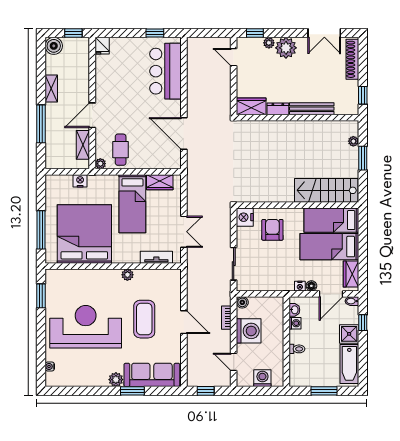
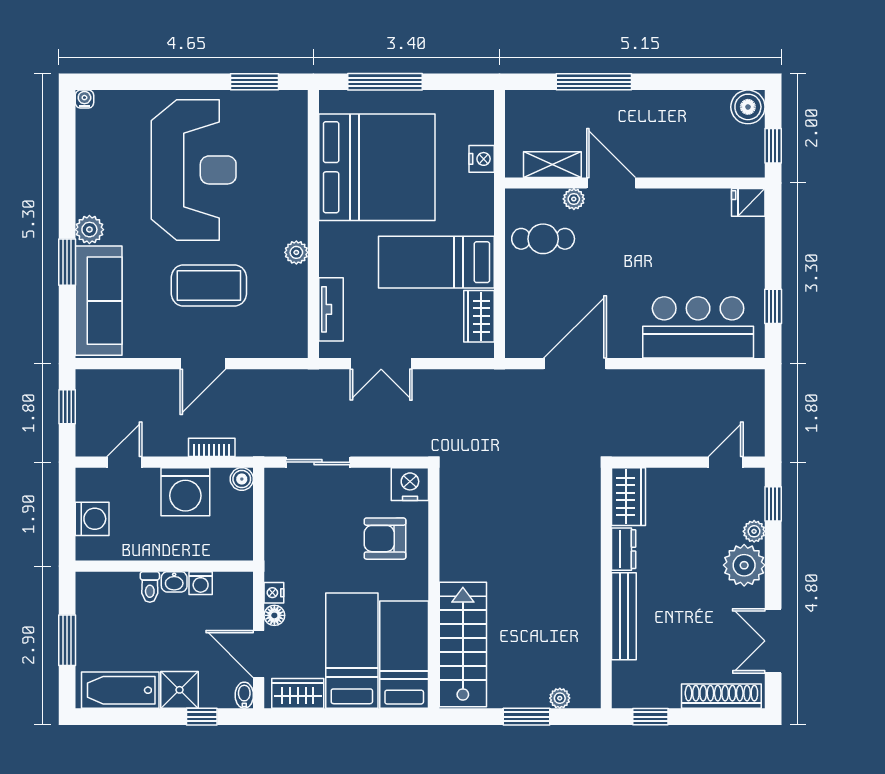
shelving: (51, 88) -> (664, 102), removed
plant: (100, 164) -> (574, 199), moved
armchair: (272, 230) -> (385, 539), turned 180
washbasin: (294, 310) -> (174, 582), moved
water cooler: (50, 366) -> (84, 99), moved

